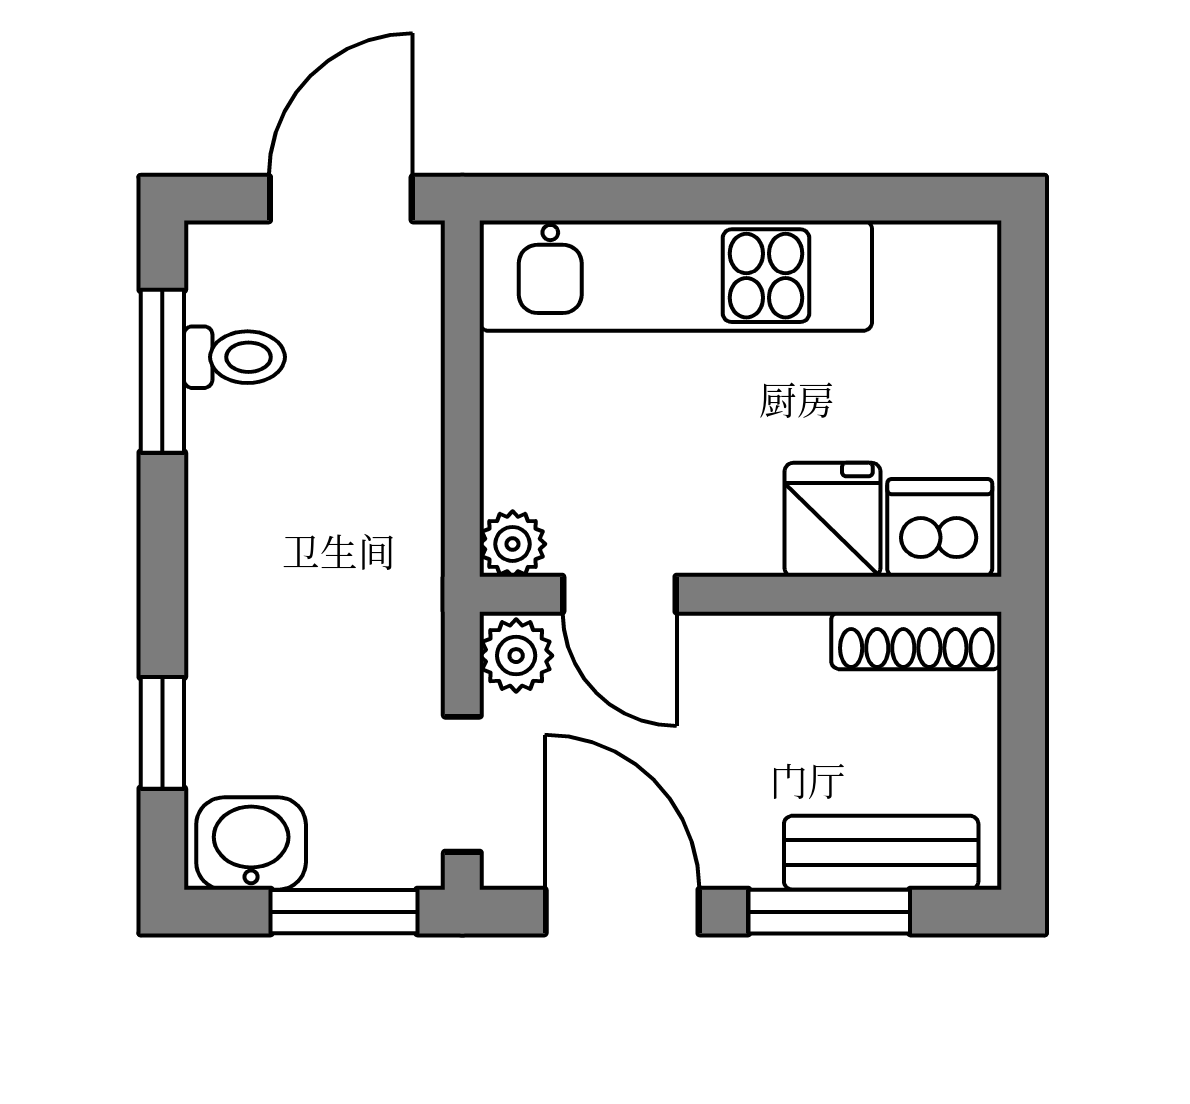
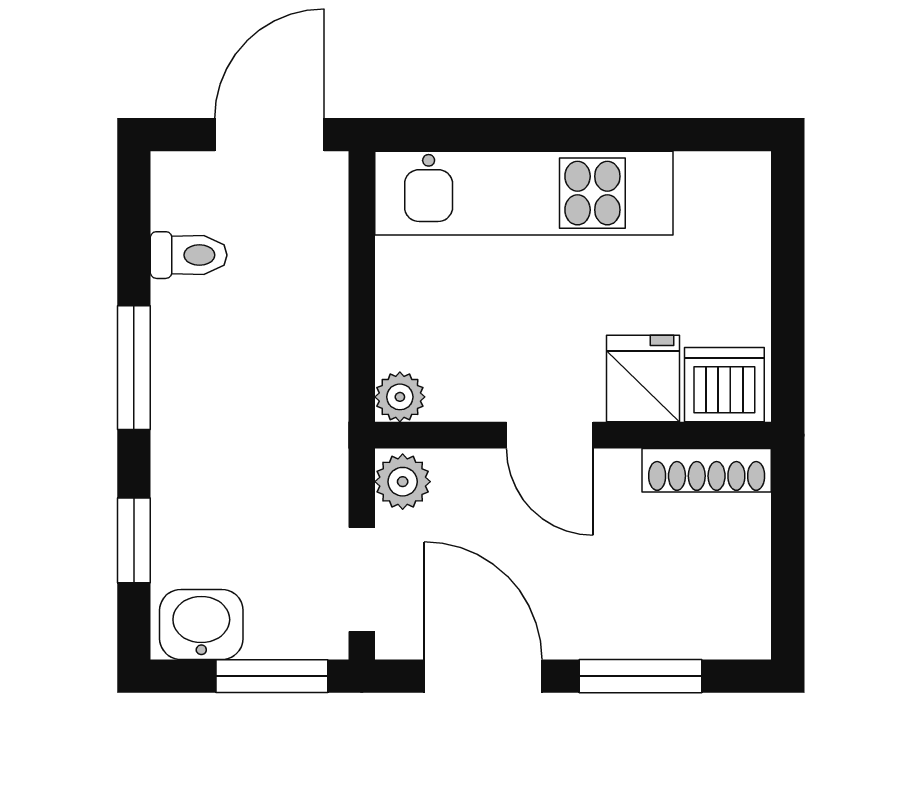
window: (162, 371) -> (134, 368), moved
door: (619, 594) -> (550, 435), moved
bench: (881, 853) -> (680, 631), removed

